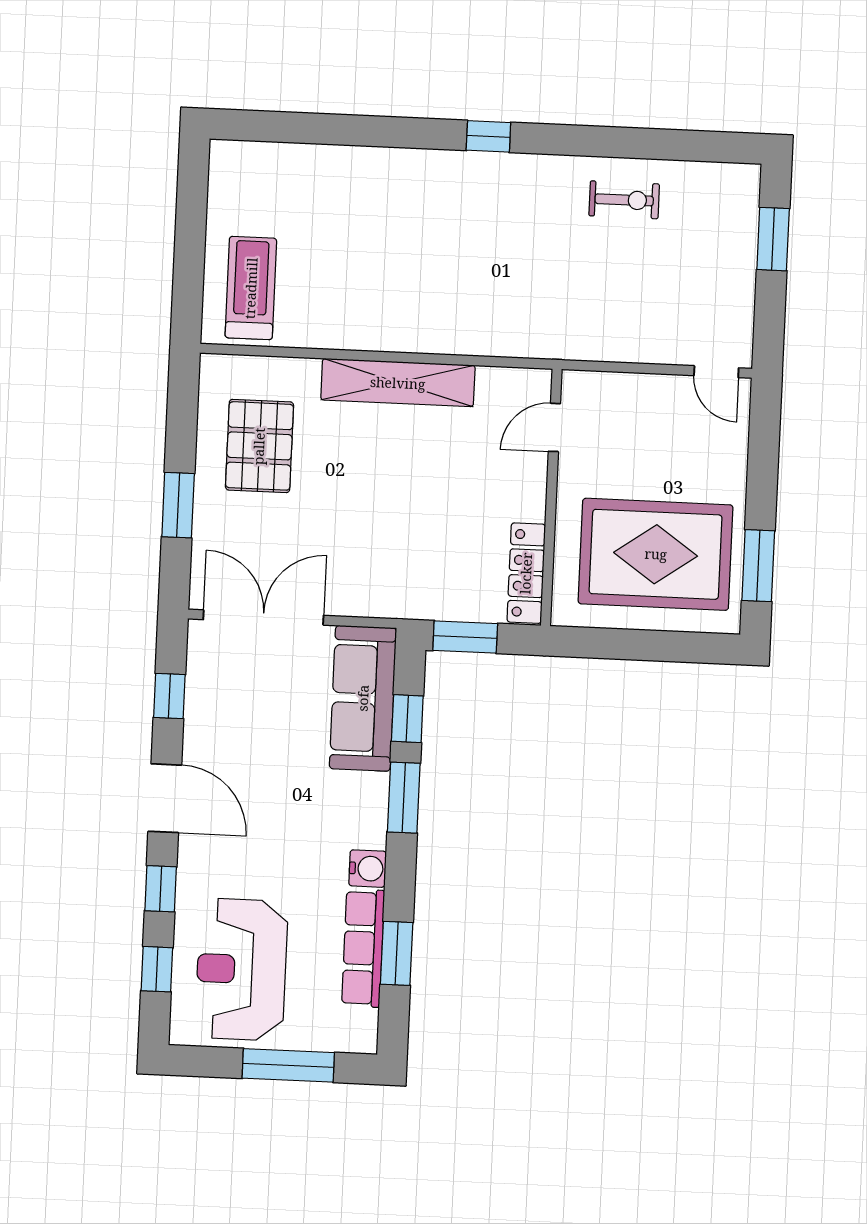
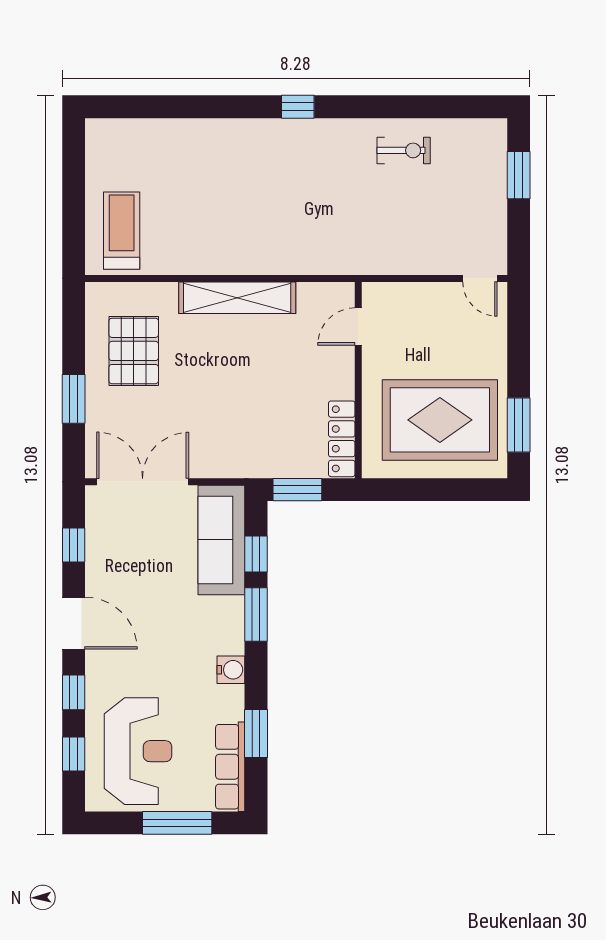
row of seats: (363, 948) -> (230, 767), moved
reception desk: (241, 969) -> (138, 751), turned 180

